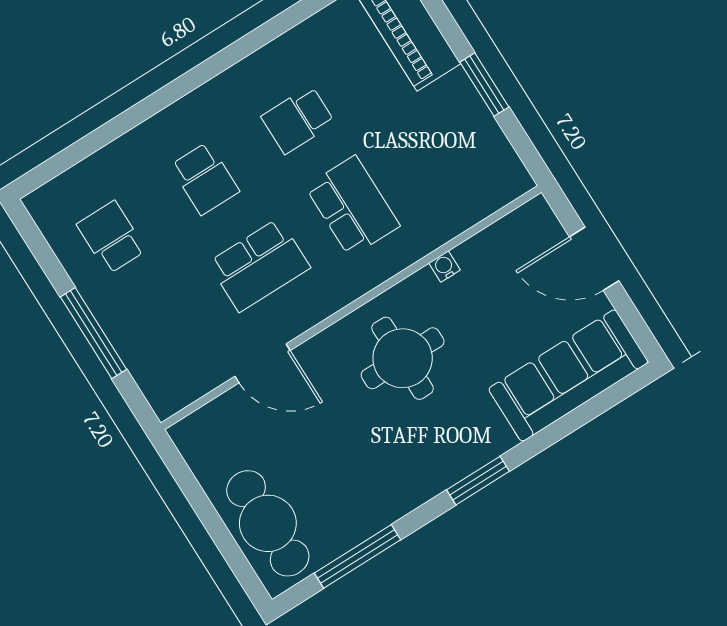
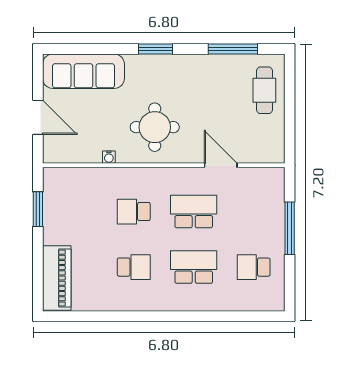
window: (484, 85) -> (38, 209), moved
school desk: (205, 179) -> (194, 267), width x1.85
school desk: (352, 206) -> (134, 212), width x0.54
school desk: (111, 237) -> (254, 267), turned 90
cafe table: (268, 523) -> (264, 90), width x0.73, depth x0.74

